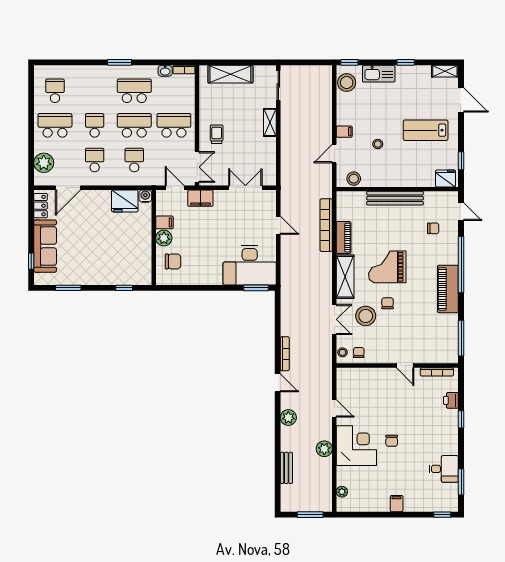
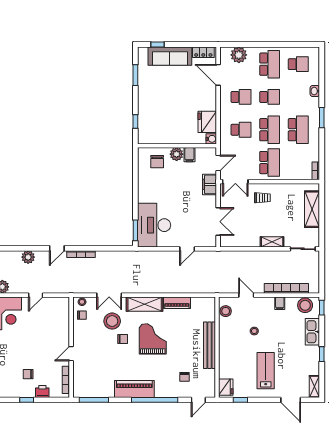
washbasin: (165, 71) -> (315, 91), moved
door: (461, 100) -> (291, 400), hinge flipped
filing cabinet: (344, 132) -> (280, 303), moved
bookcase: (326, 225) -> (286, 288), moved
chair: (392, 441) -> (28, 374), moved

